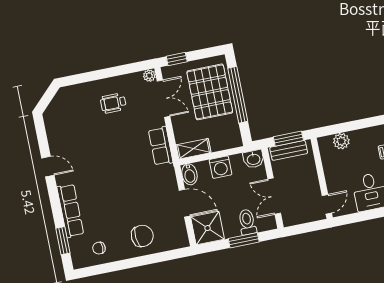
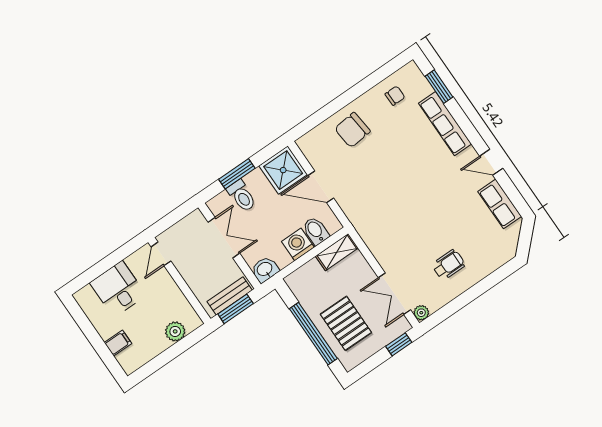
pallet: (210, 92) -> (346, 323), width x0.73, depth x0.71
row of seats: (161, 146) -> (500, 204), moved, turned 180
bidet: (189, 174) -> (316, 231), moved

